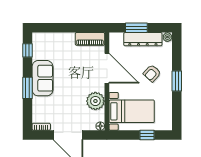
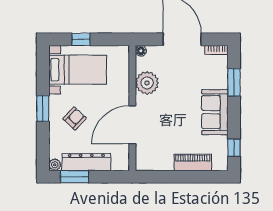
window: (136, 28) -> (75, 177), moved
piano: (90, 39) -> (193, 162), moved
door: (107, 68) -> (132, 125), hinge flipped
window: (28, 88) -> (234, 82), moved
bed with nightstands: (132, 111) -> (78, 70), moved, turned 180

